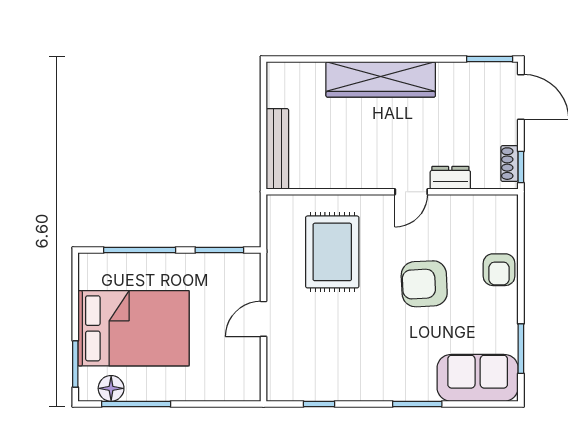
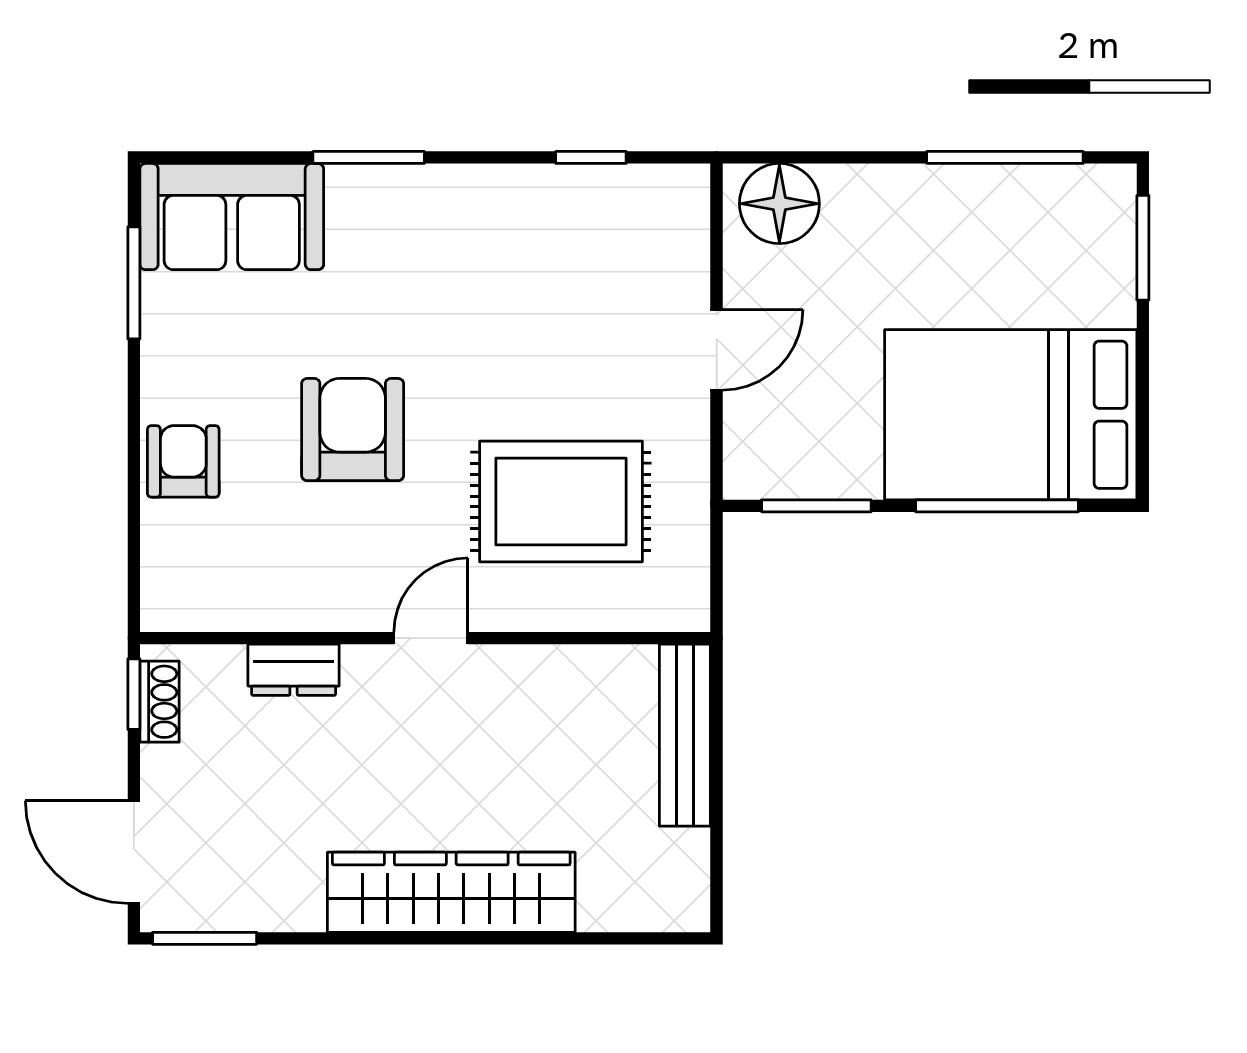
door: (411, 192) -> (431, 638), moved
rug: (332, 252) -> (561, 501), turned 90
armchair: (424, 284) -> (353, 430), turned -87
bed: (134, 328) -> (1011, 415), moved
floor lamp: (111, 388) -> (779, 204), moved, width x1.38, depth x1.38

